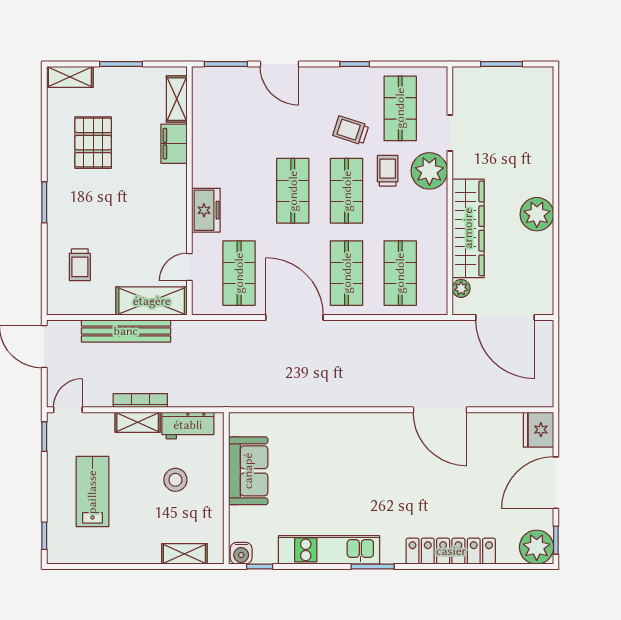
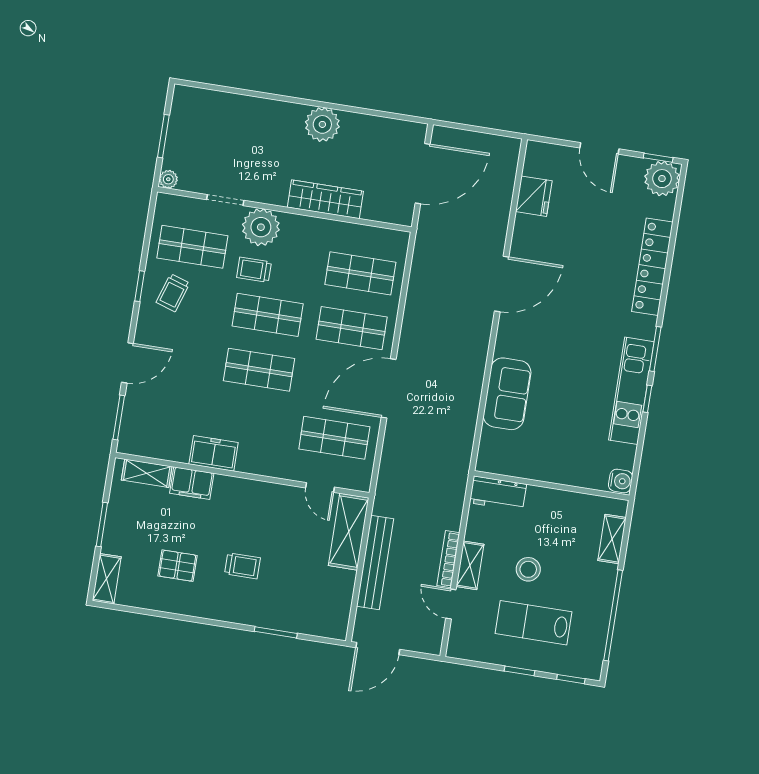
trolley: (351, 130) -> (173, 293), moved
pallet: (93, 143) -> (178, 566), width x0.67, depth x0.71
window: (44, 202) -> (276, 632), moved
freezer: (206, 210) -> (214, 453), moved
wardrobe: (468, 228) -> (325, 199), width x0.71, depth x0.85
trolley: (80, 265) -> (242, 566), moved
plant: (461, 288) -> (168, 179), moved
door: (68, 410) -> (451, 604), moved
door: (440, 410) -> (502, 284), moved
workbench: (188, 425) -> (498, 494), moved, turned 90
fridge: (538, 430) -> (534, 196), moved, turned -90
window: (44, 437) -> (519, 671), moved
sofa: (248, 471) -> (507, 394), moved, turned 90
stool: (175, 480) -> (528, 569), moved
door: (556, 483) -> (599, 148), width x0.73
window: (111, 566) -> (613, 615), added
window: (260, 566) -> (647, 399), moved

